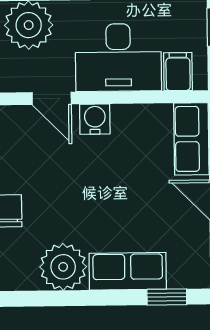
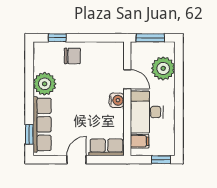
door: (52, 98) -> (127, 79), swing flipped
row of seats: (128, 271) -> (42, 124), width x1.48

